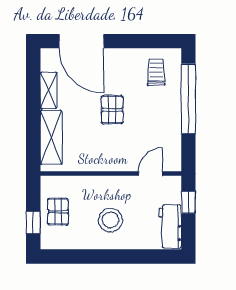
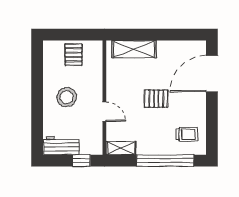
shelving: (49, 90) -> (121, 148), moved
door: (151, 174) -> (104, 112), moved
pallet: (58, 212) -> (74, 55), turned 90
window: (33, 222) -> (65, 35), removed

